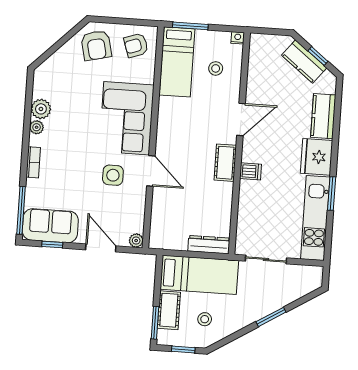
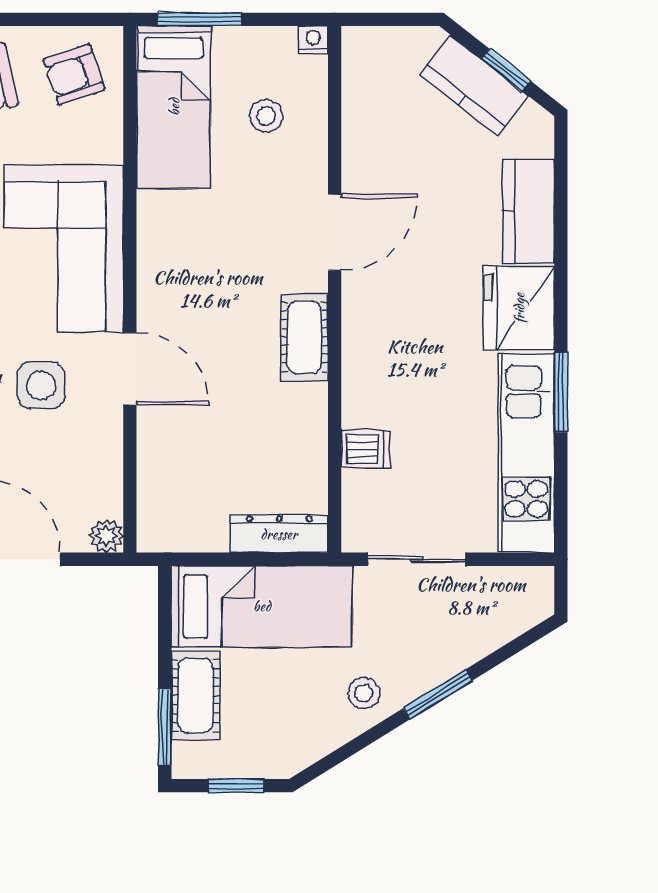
dishwasher: (251, 171) -> (366, 449), moved
stool: (205, 319) -> (364, 693), moved

